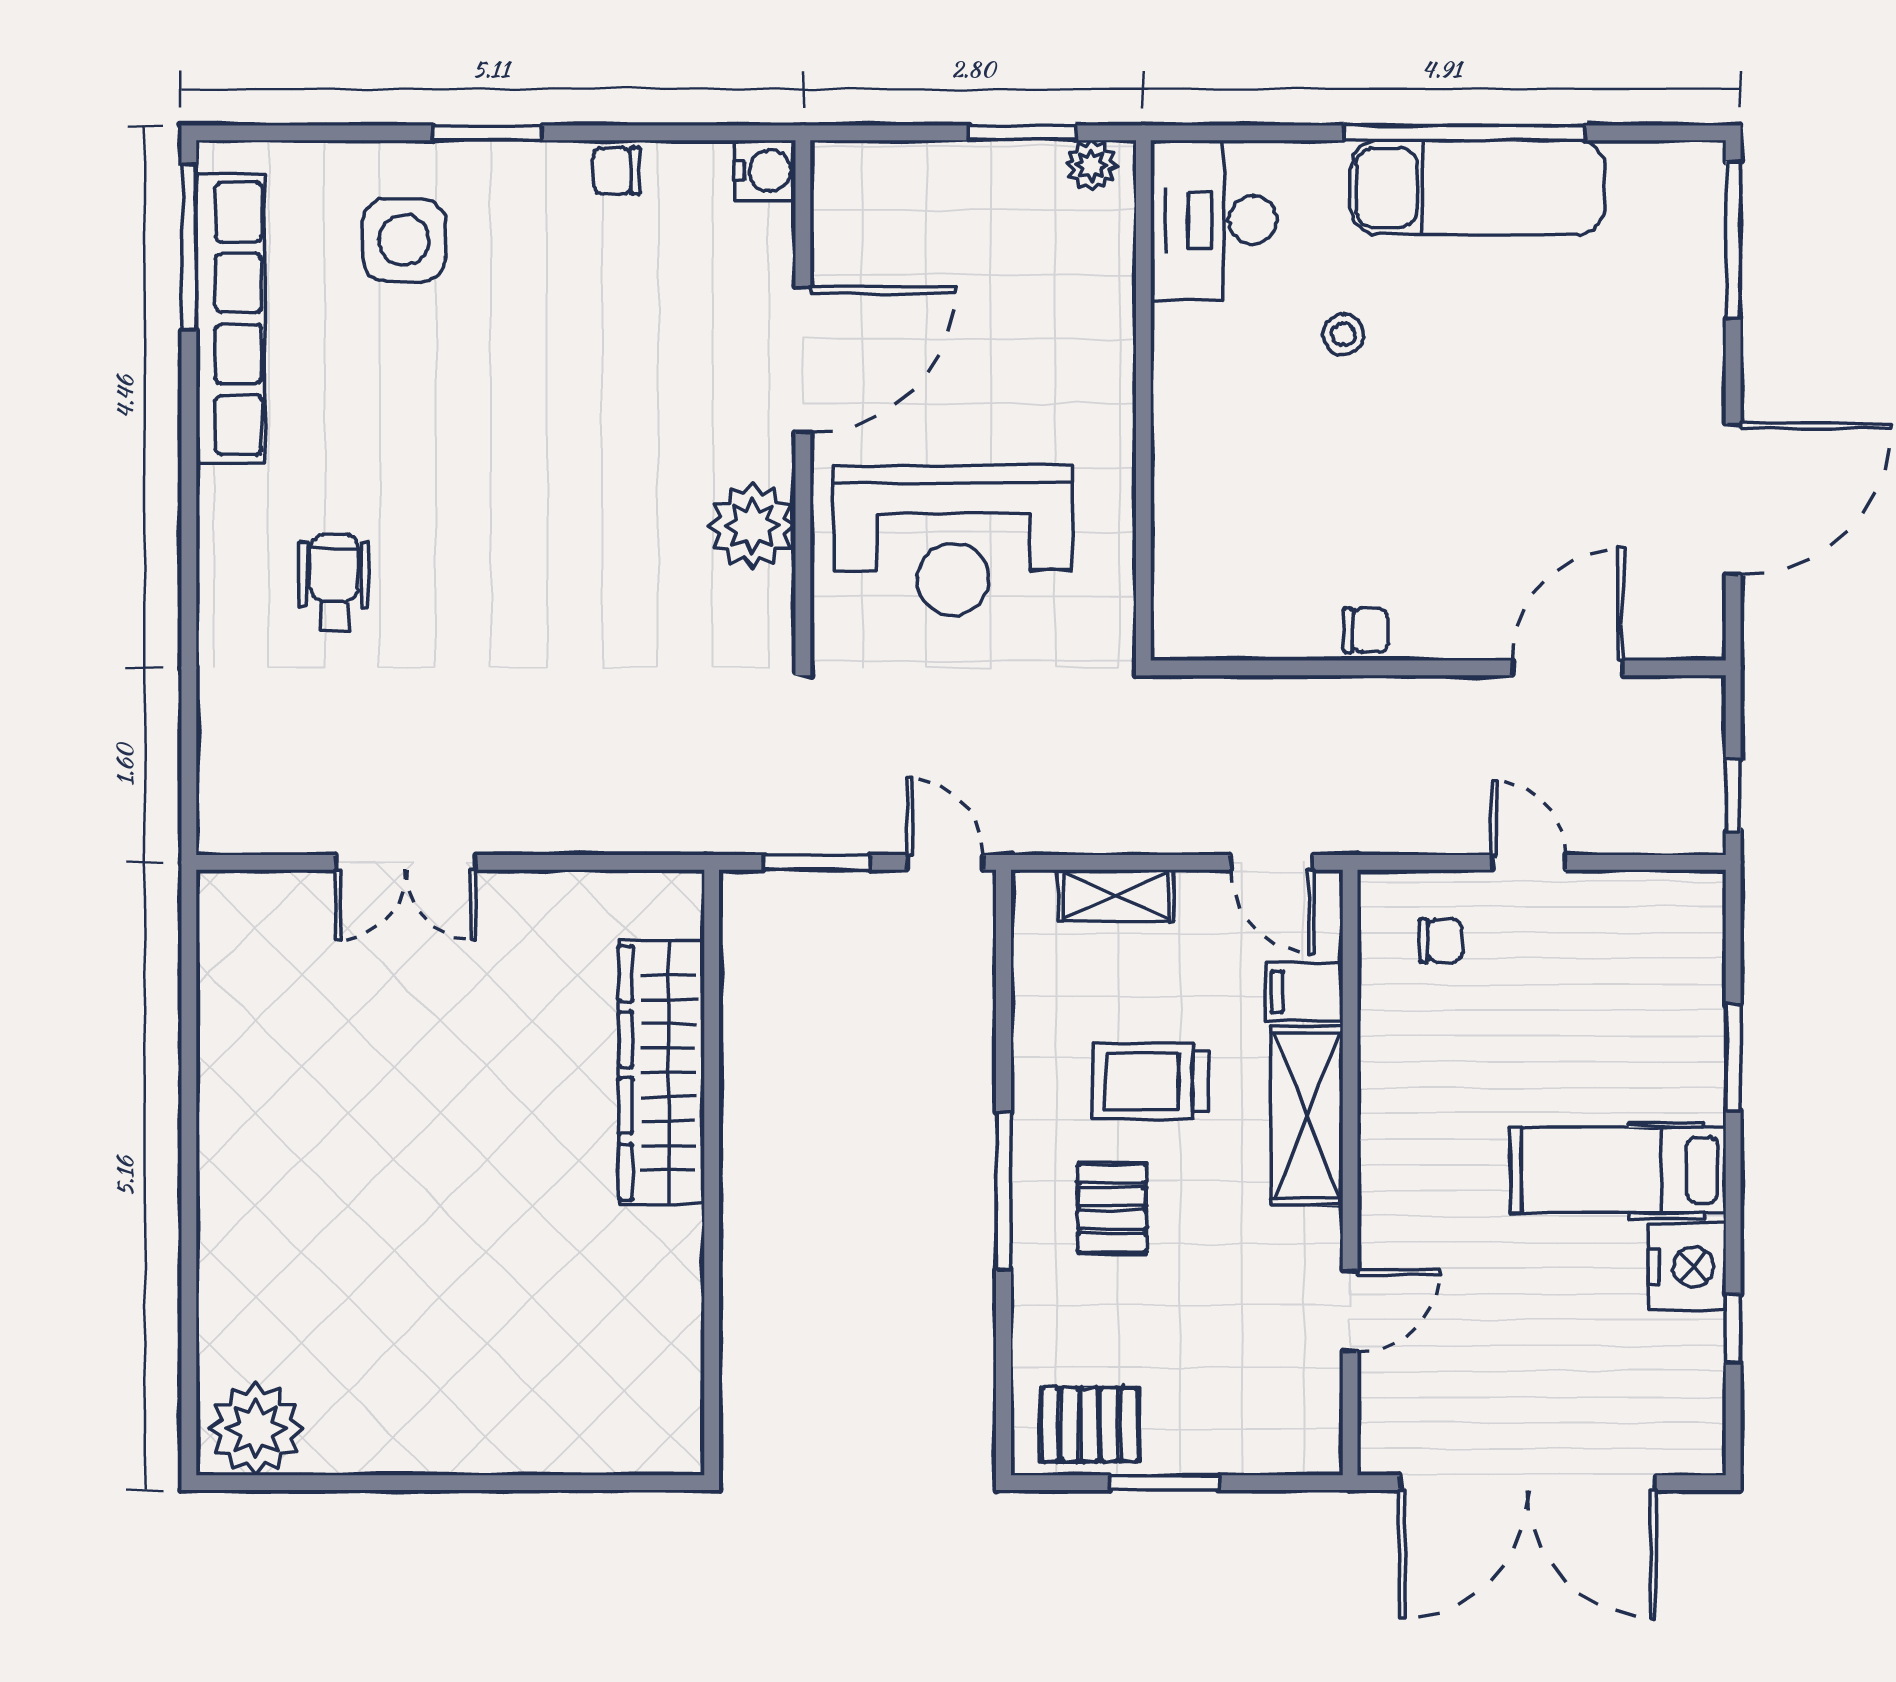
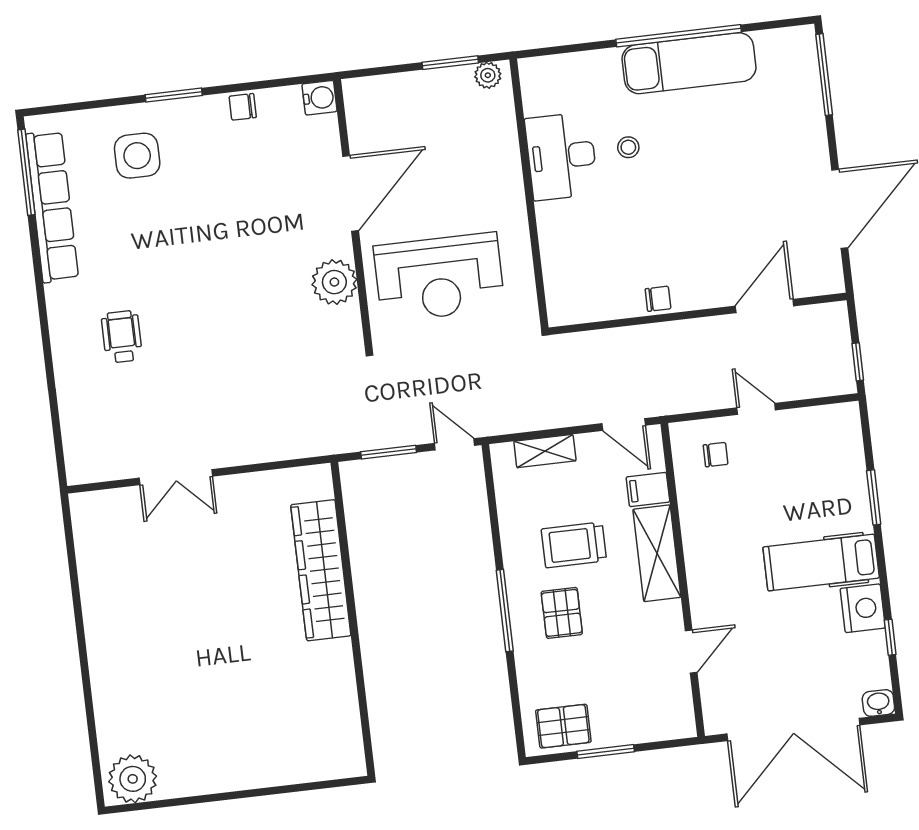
desk: (1214, 220) -> (561, 156), moved
washbasin: (1696, 1451) -> (878, 703), added

